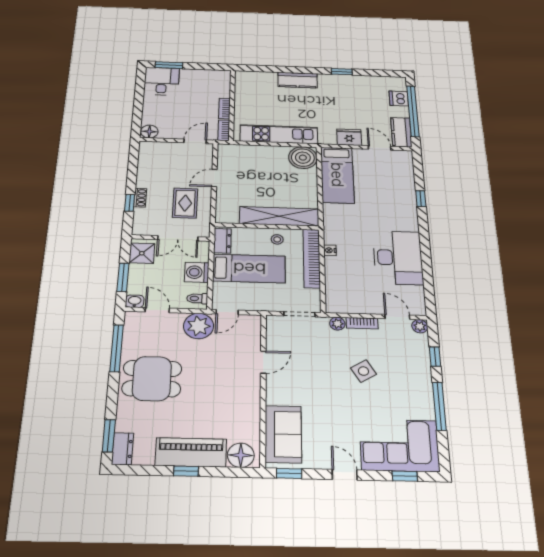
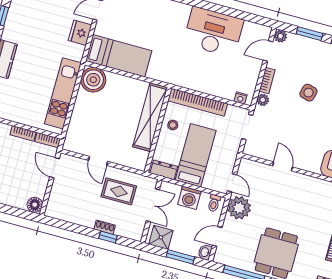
nightstand: (330, 250) -> (241, 98), moved
window: (435, 357) -> (309, 34), width x1.50
side table: (363, 371) -> (308, 93), turned 45

